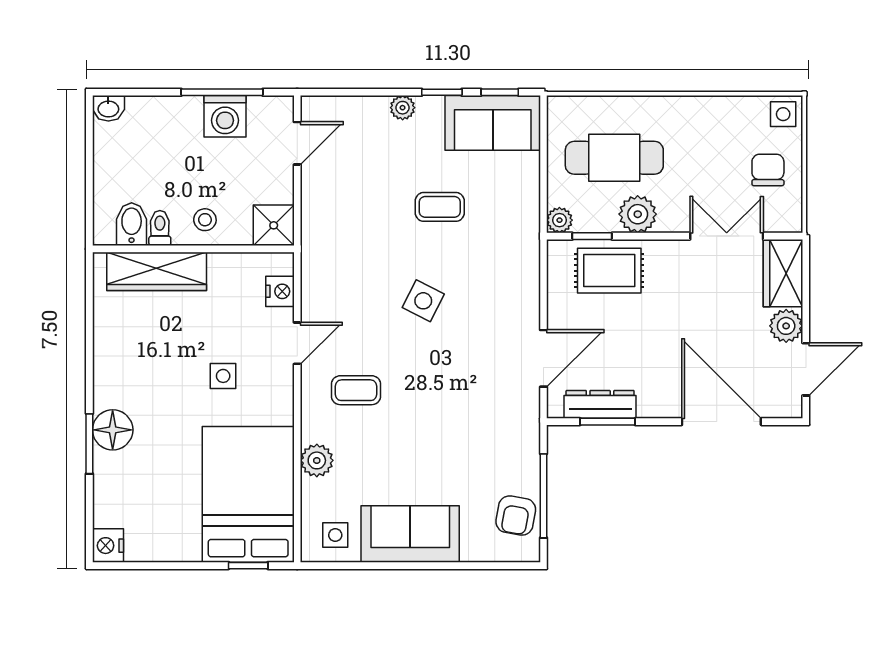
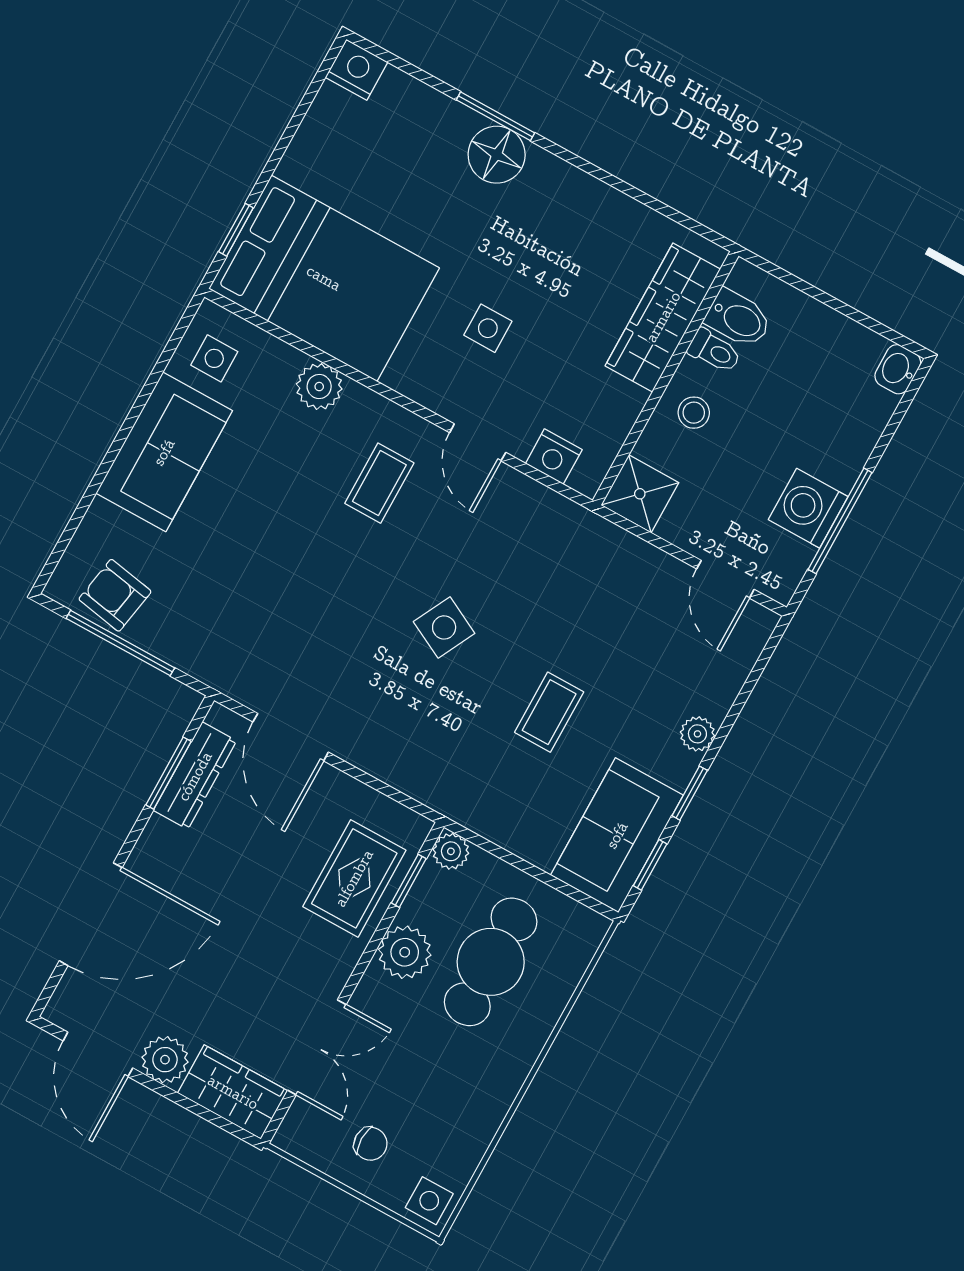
chair: (768, 170) -> (371, 1144), width x0.73, depth x0.73

